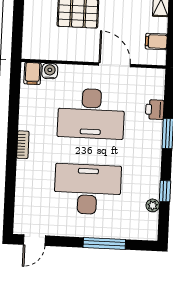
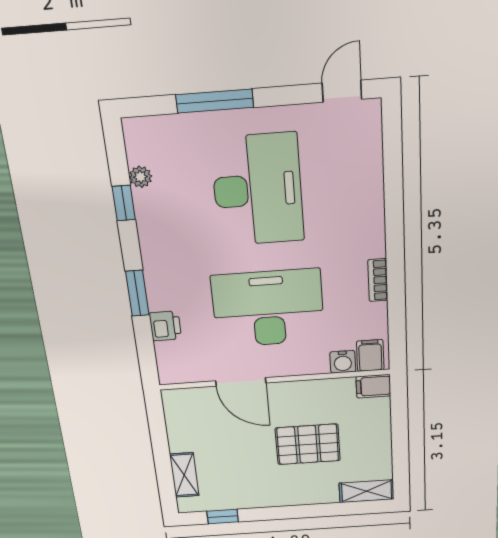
filing cabinet: (156, 41) -> (373, 386), moved, turned 180
bookcase: (23, 145) -> (378, 280), moved
desk: (88, 189) -> (258, 190), turned -90

